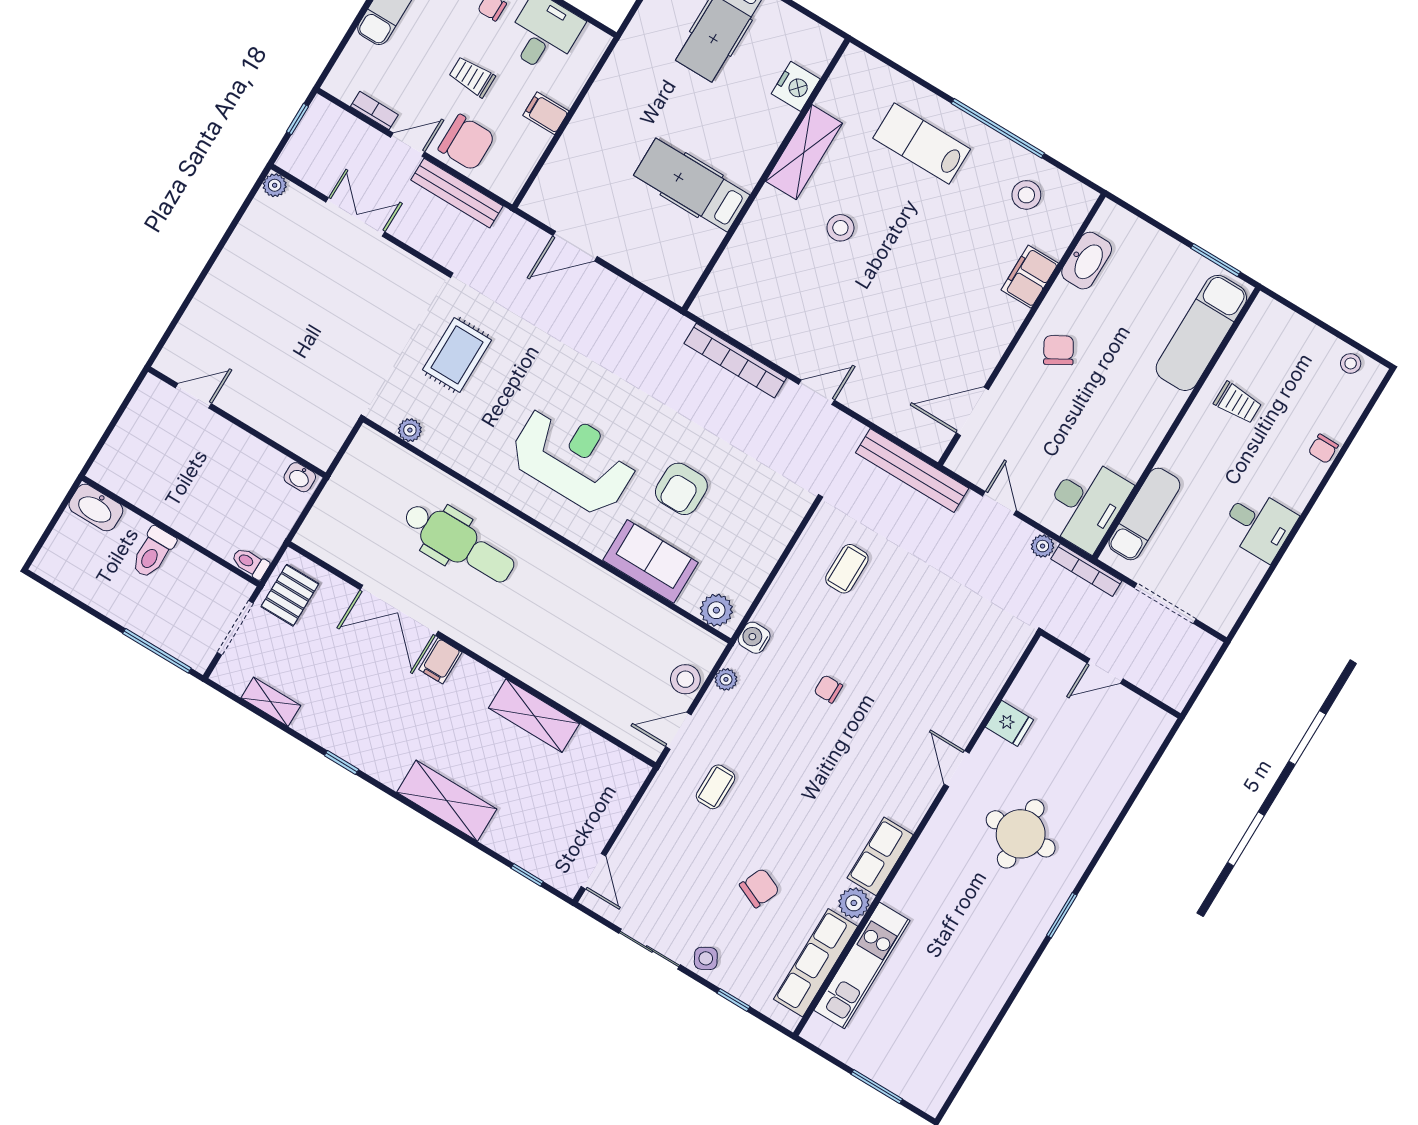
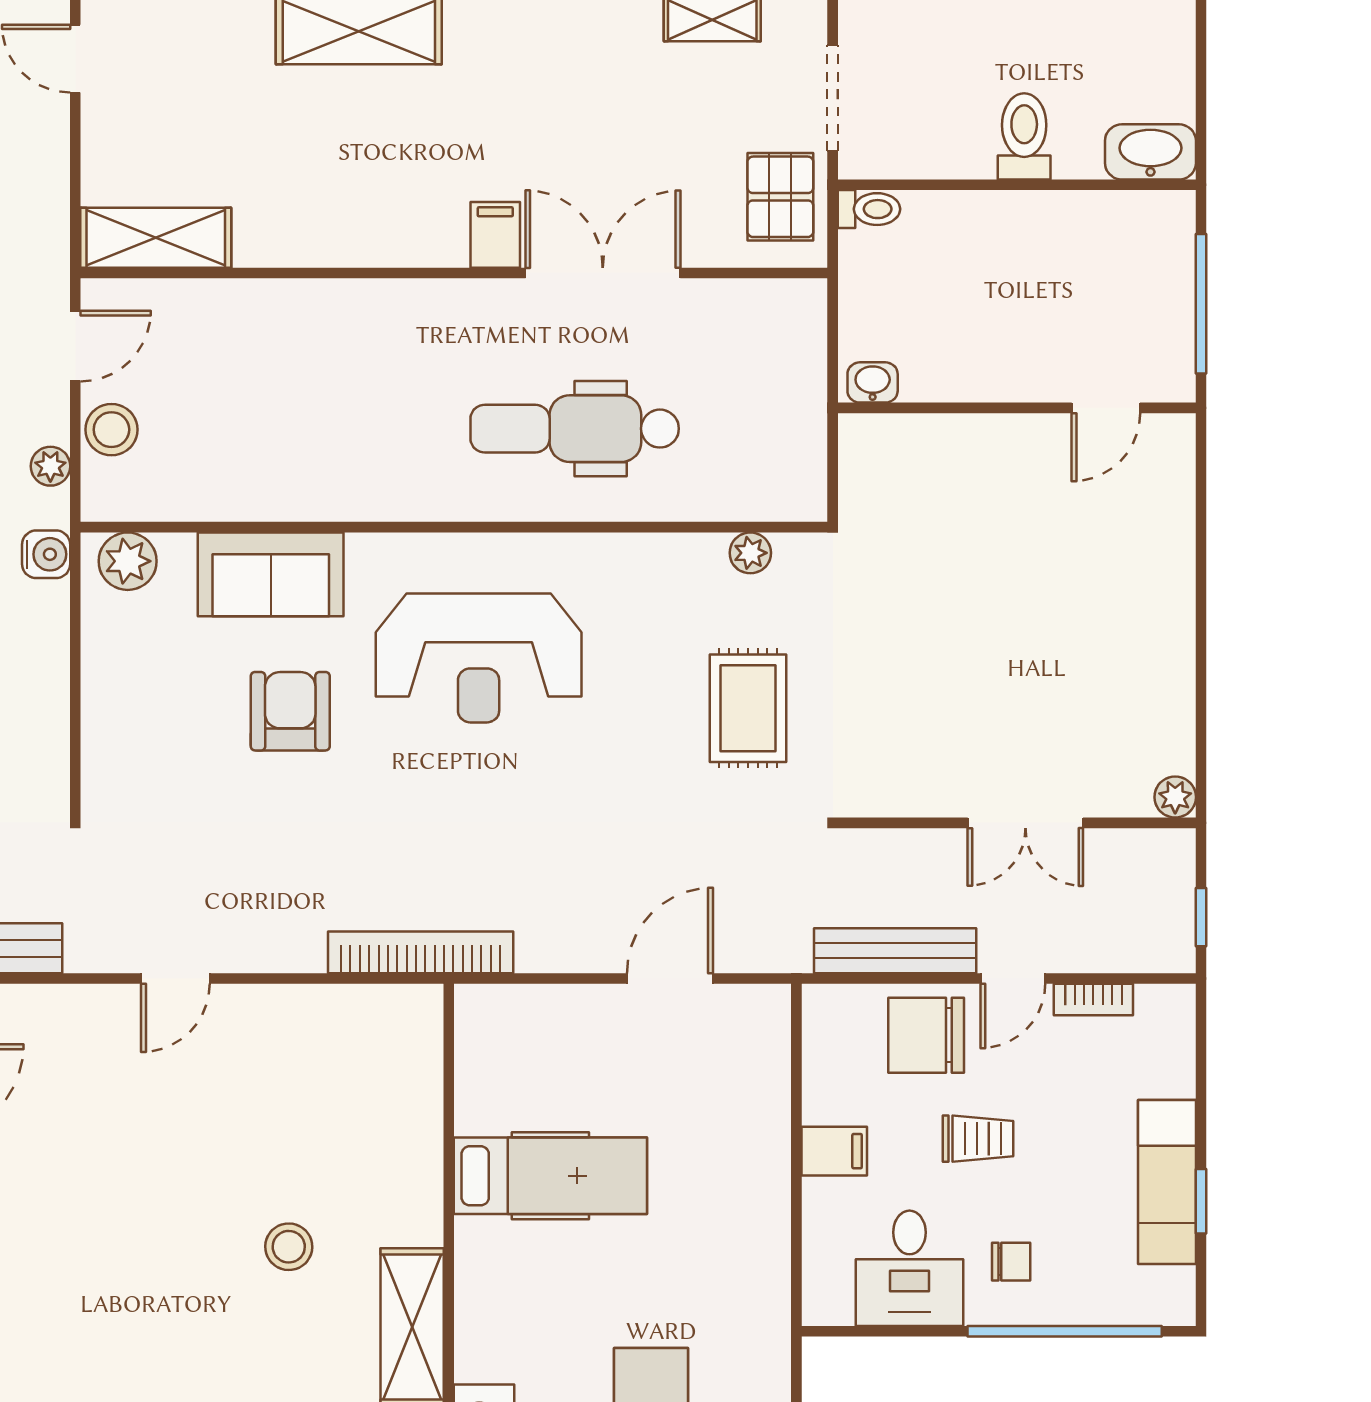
bookcase: (735, 361) -> (421, 952), moved
window: (116, 419) -> (1201, 304), added
shelving: (534, 716) -> (156, 238), moved

